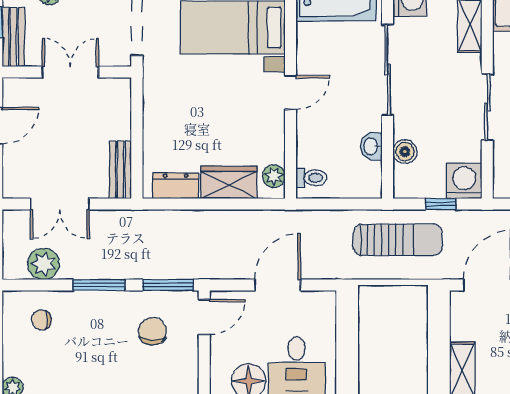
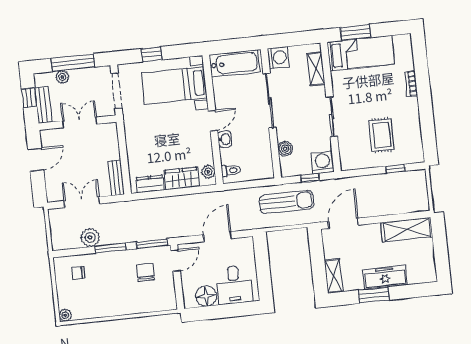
washbasin: (371, 146) -> (225, 139), moved, turned 180
double door: (60, 204) -> (82, 202), swing flipped
plant: (44, 264) -> (90, 237), moved

